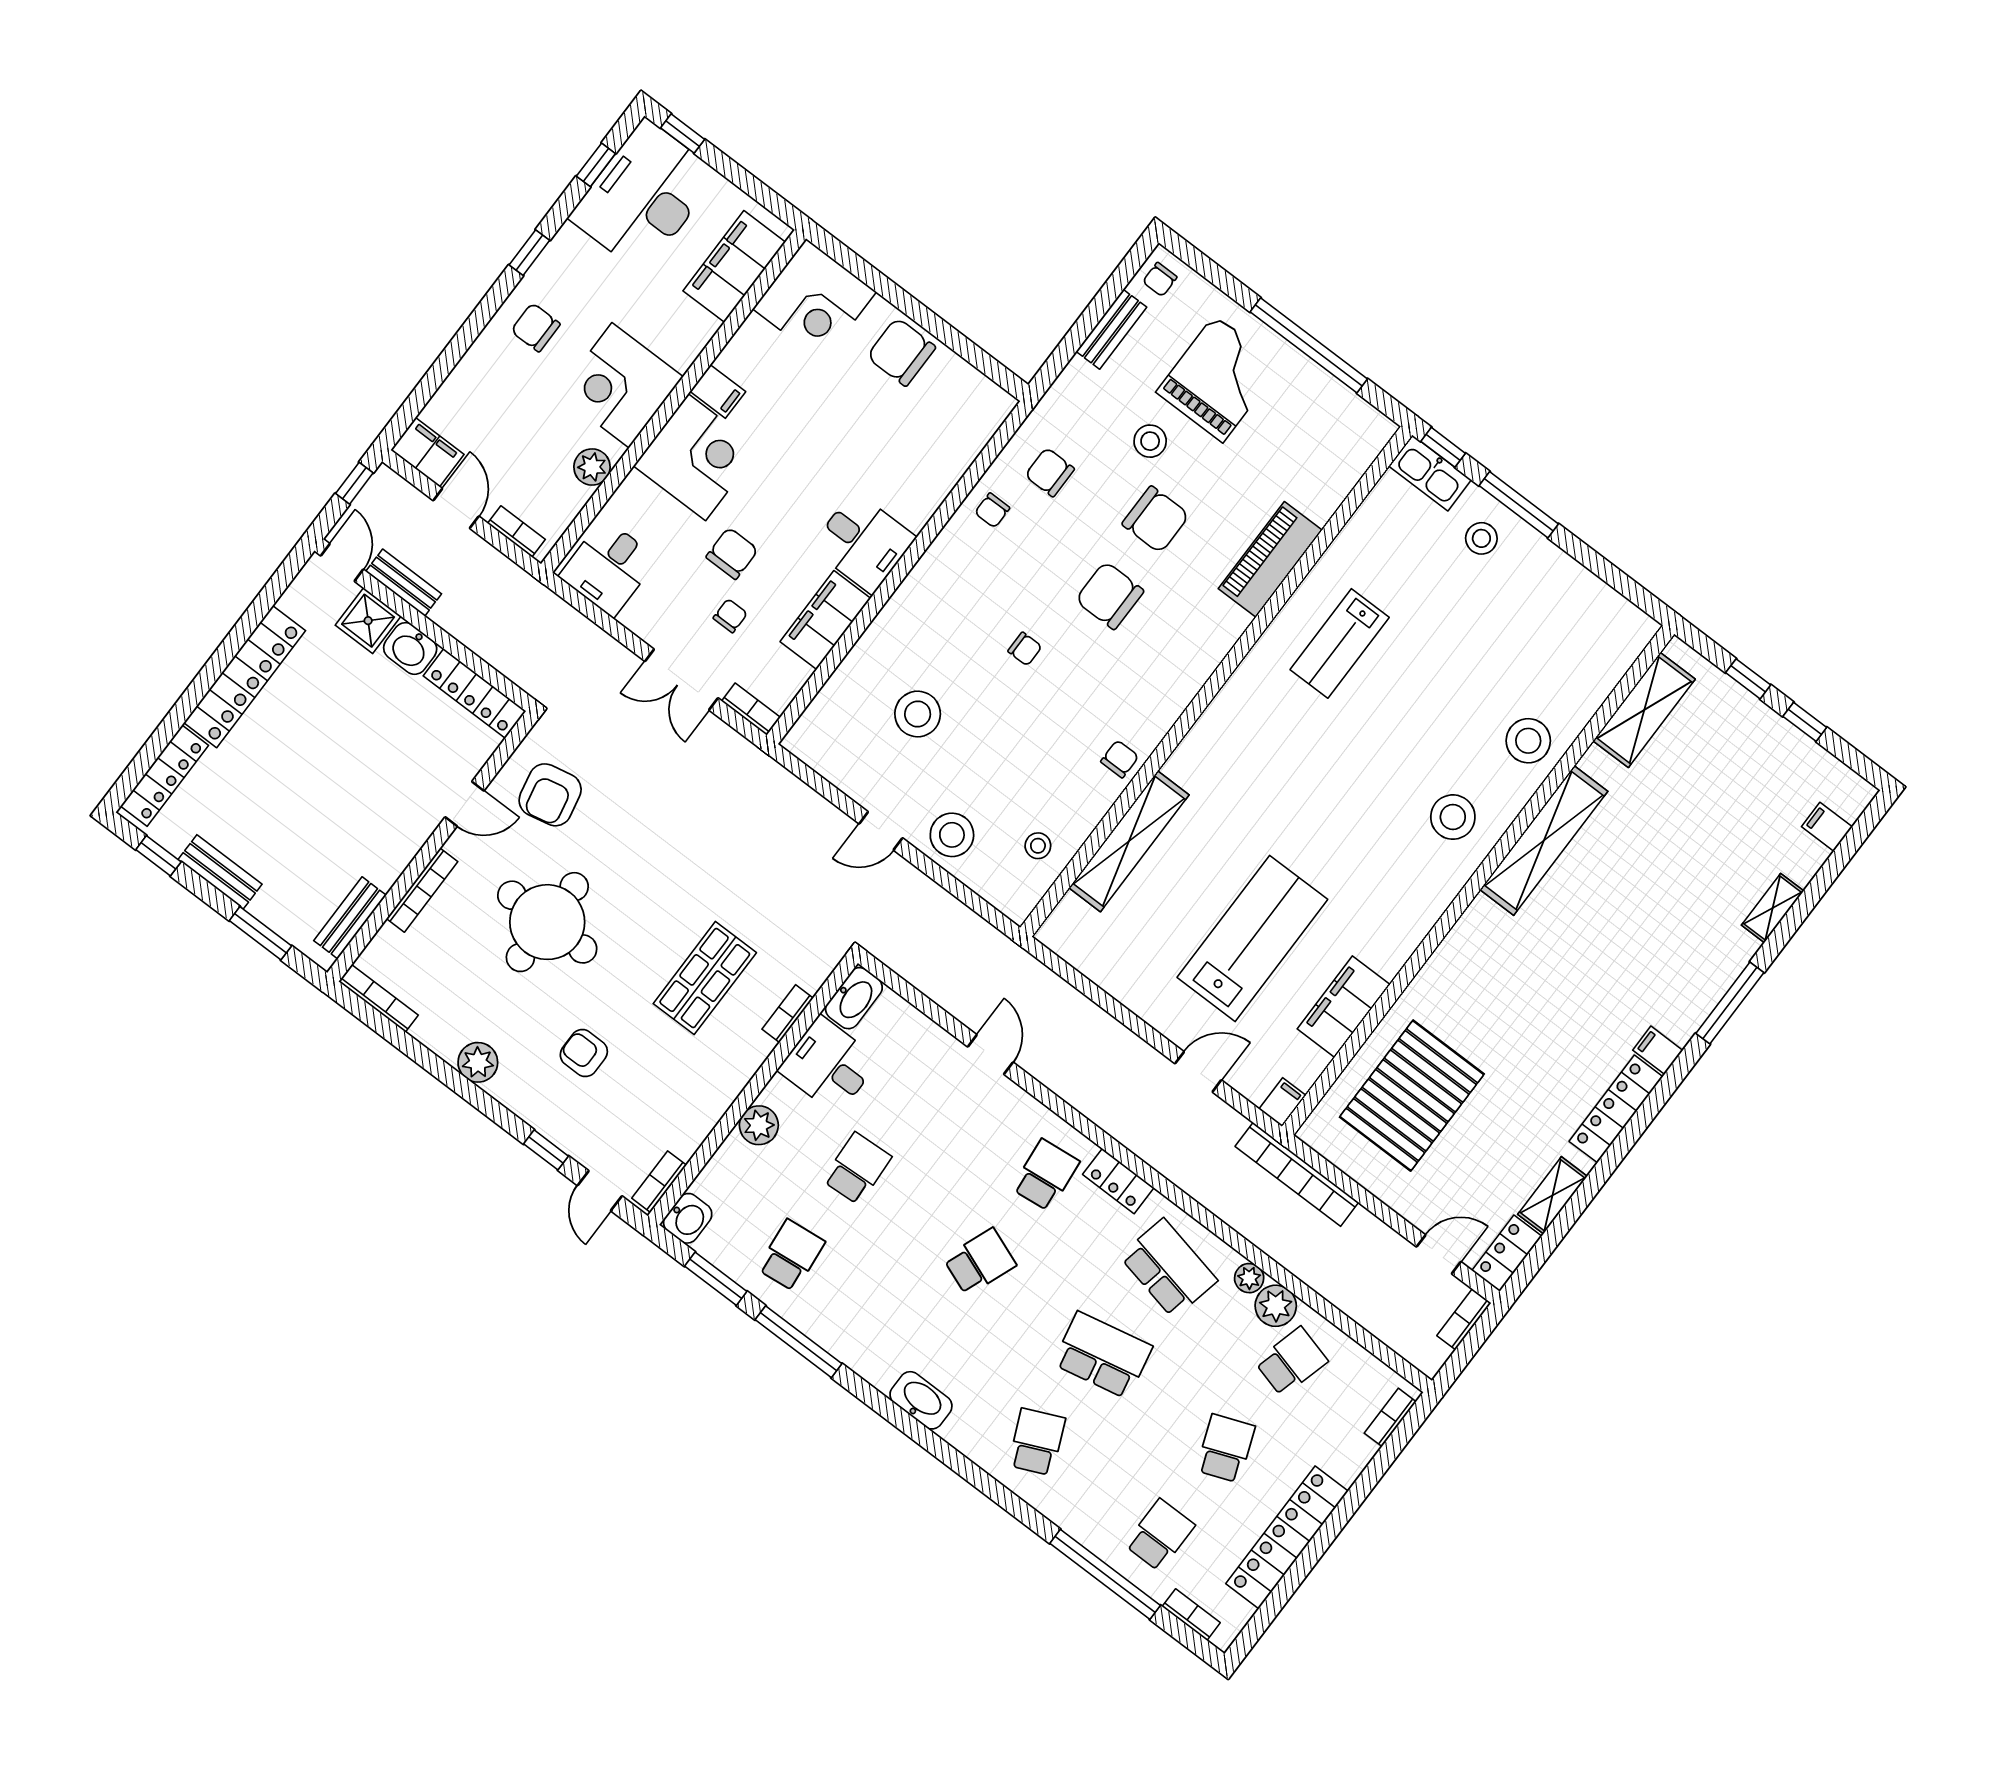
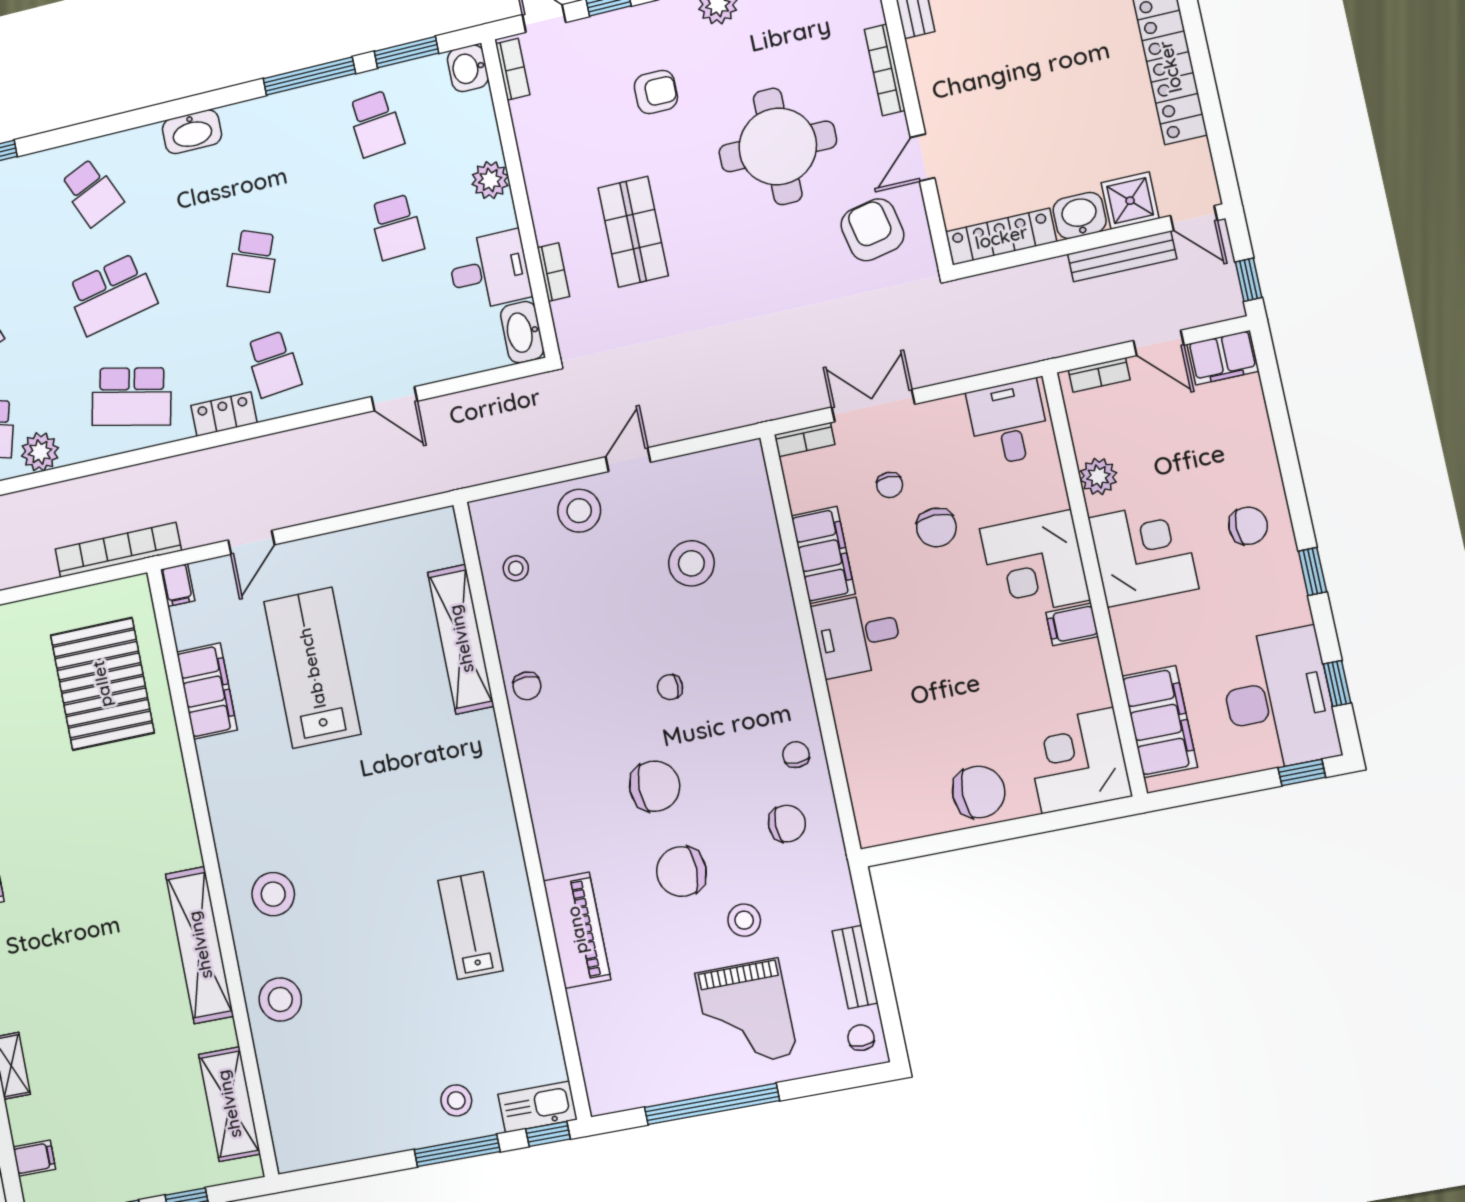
bench: (404, 583) -> (1122, 256), width x1.36
lab bench: (1252, 938) -> (312, 668), turned 180
plant: (1249, 1278) -> (75, 450), removed

